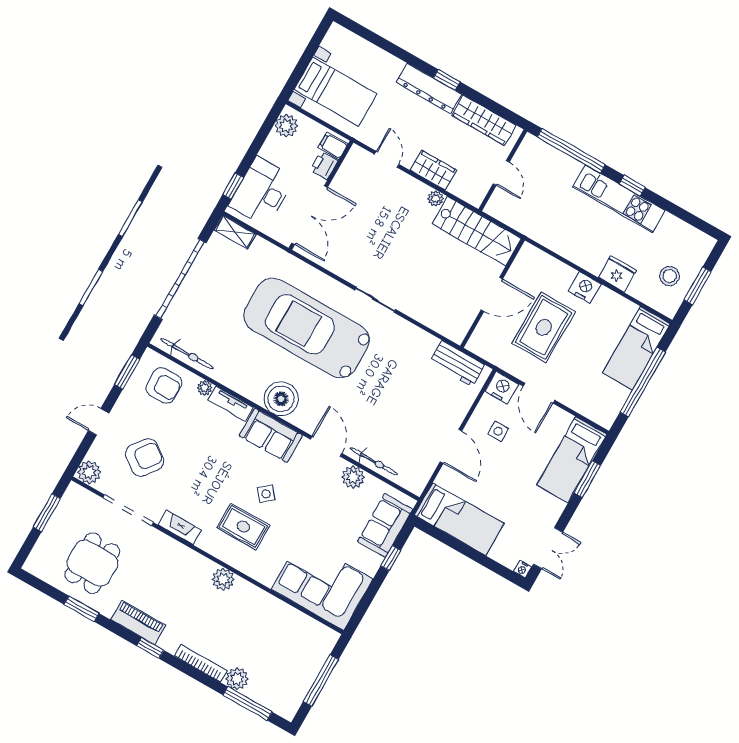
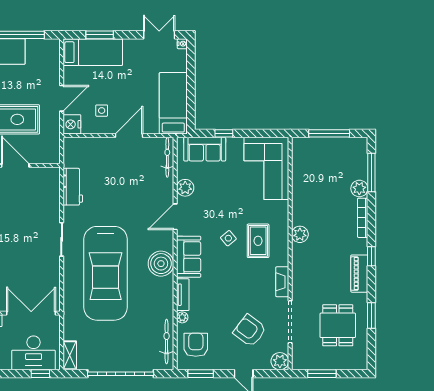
workbench: (457, 363) -> (73, 187), moved
bicycle: (374, 461) -> (167, 157), moved
dining table: (92, 563) -> (338, 325), turned 90

